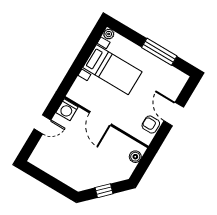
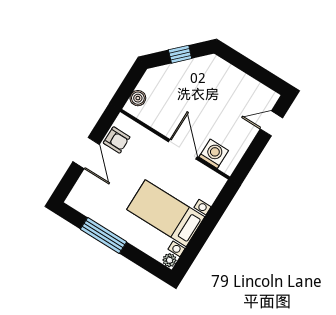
washing machine: (67, 110) -> (214, 154), moved
door: (43, 124) -> (271, 123), moved

